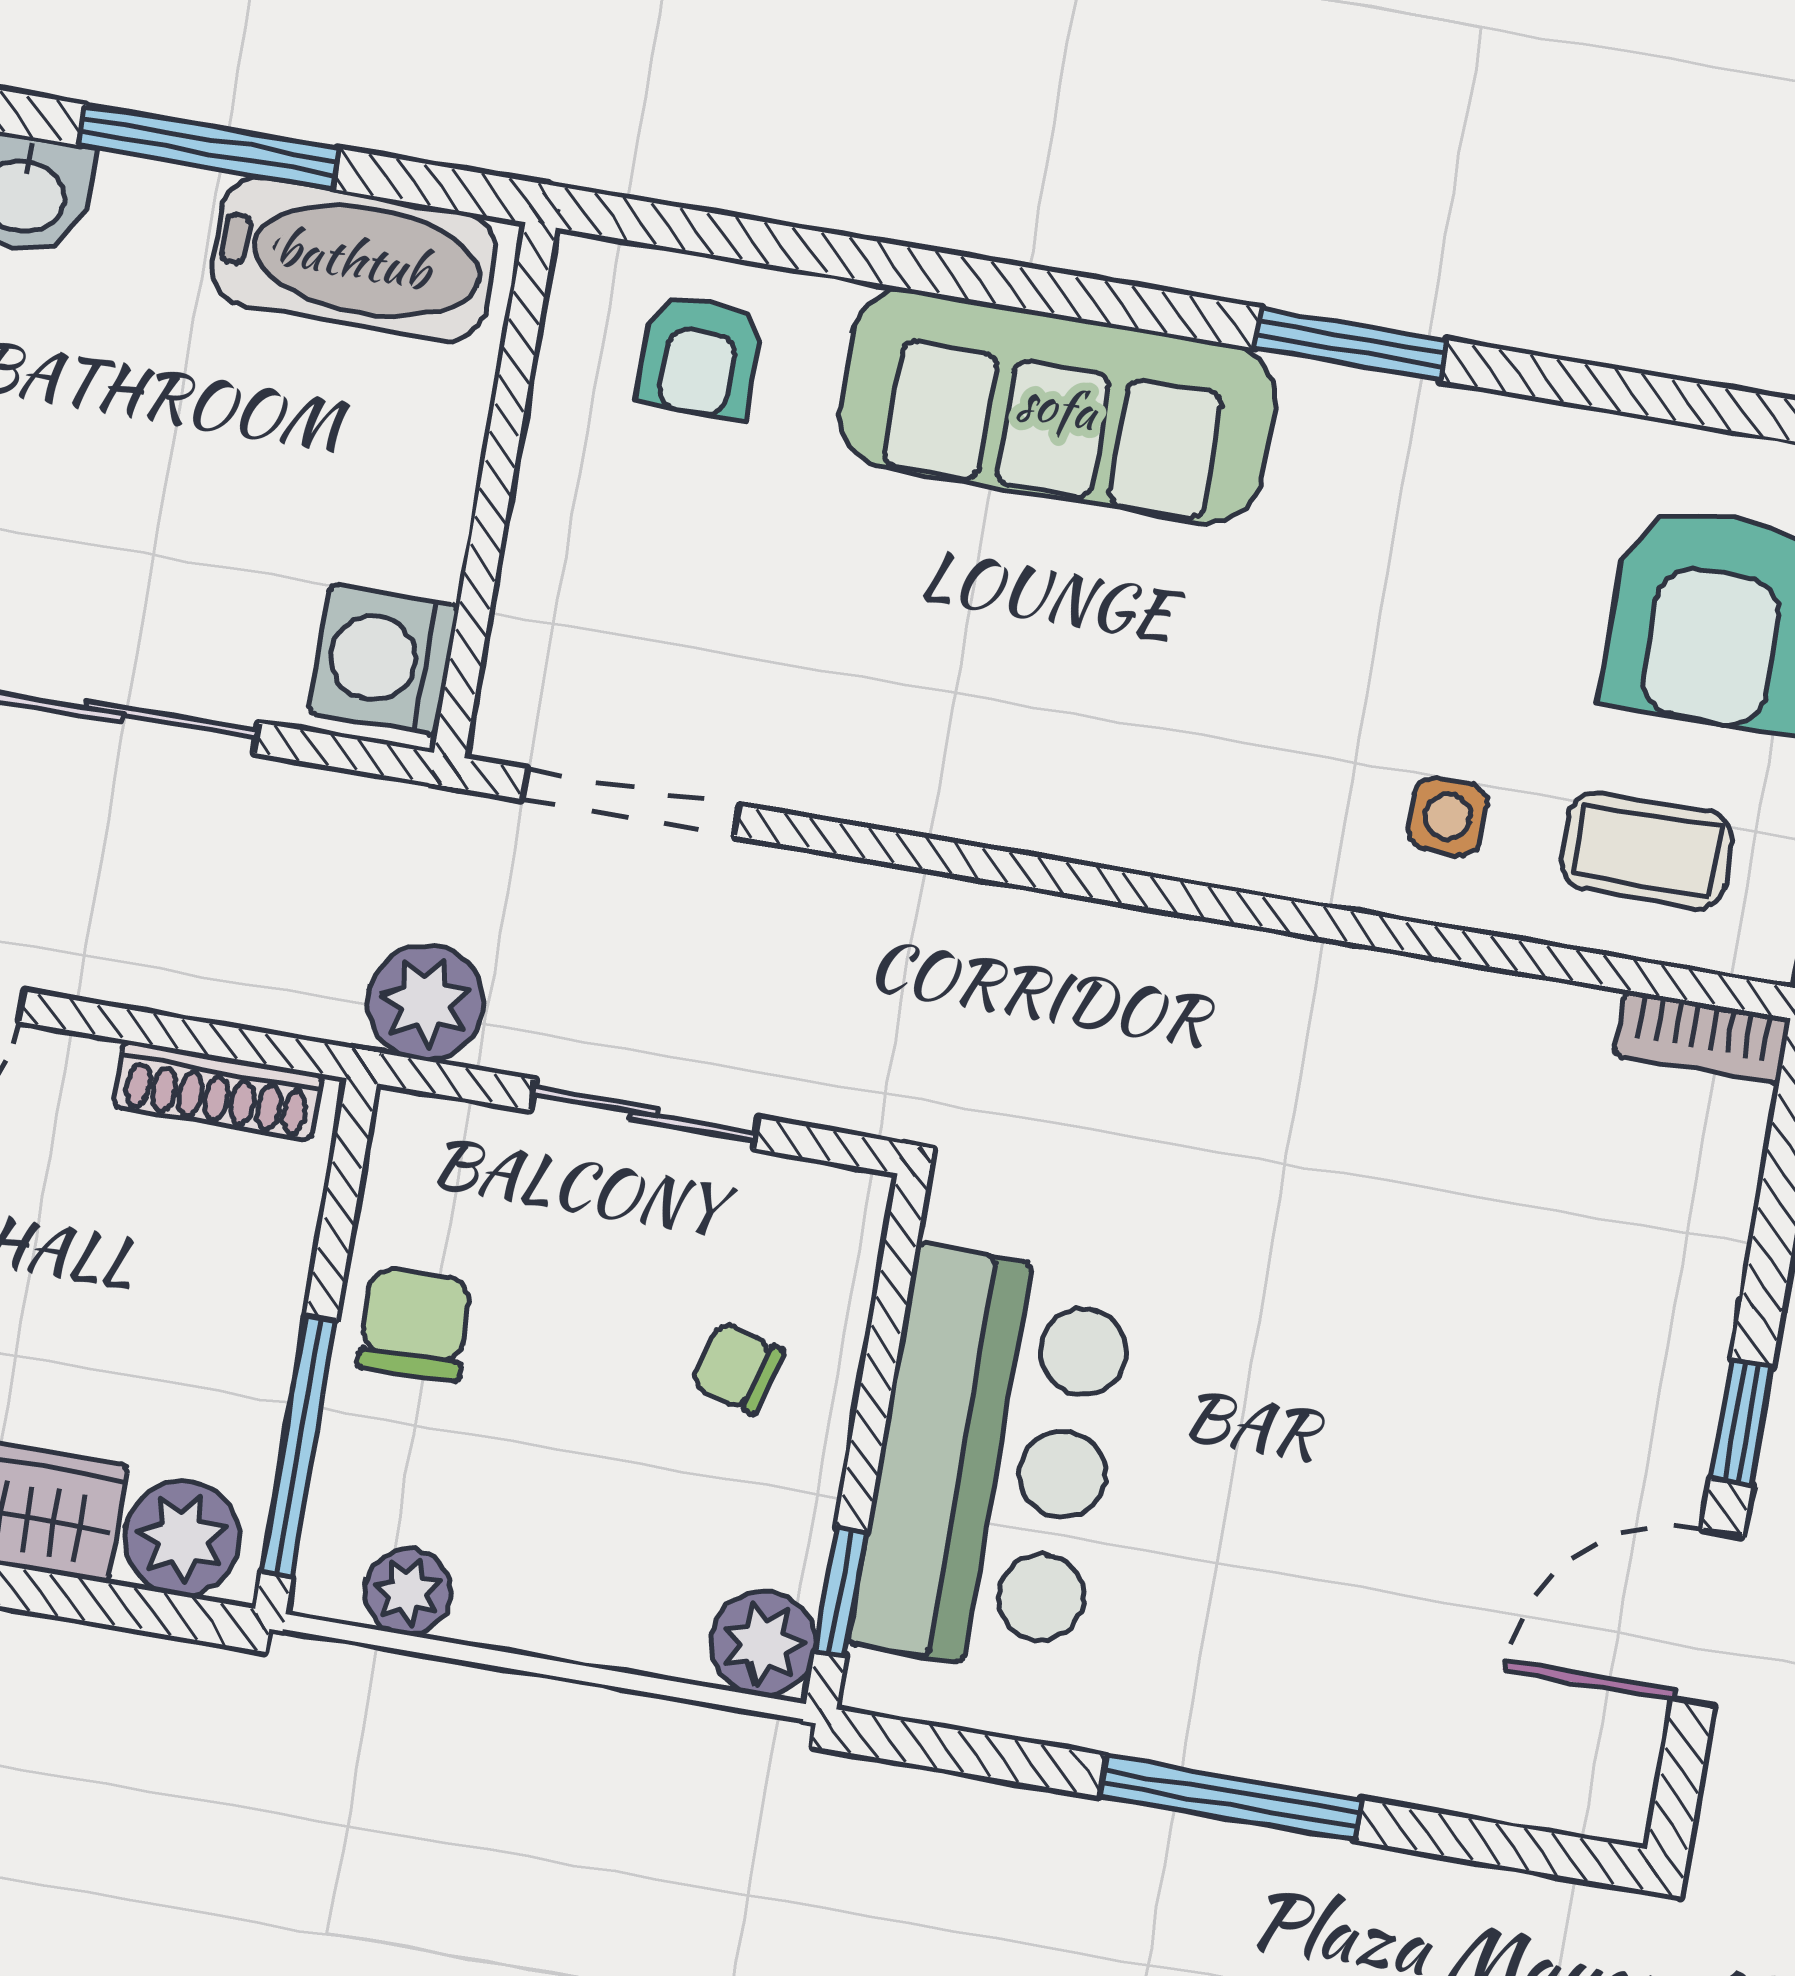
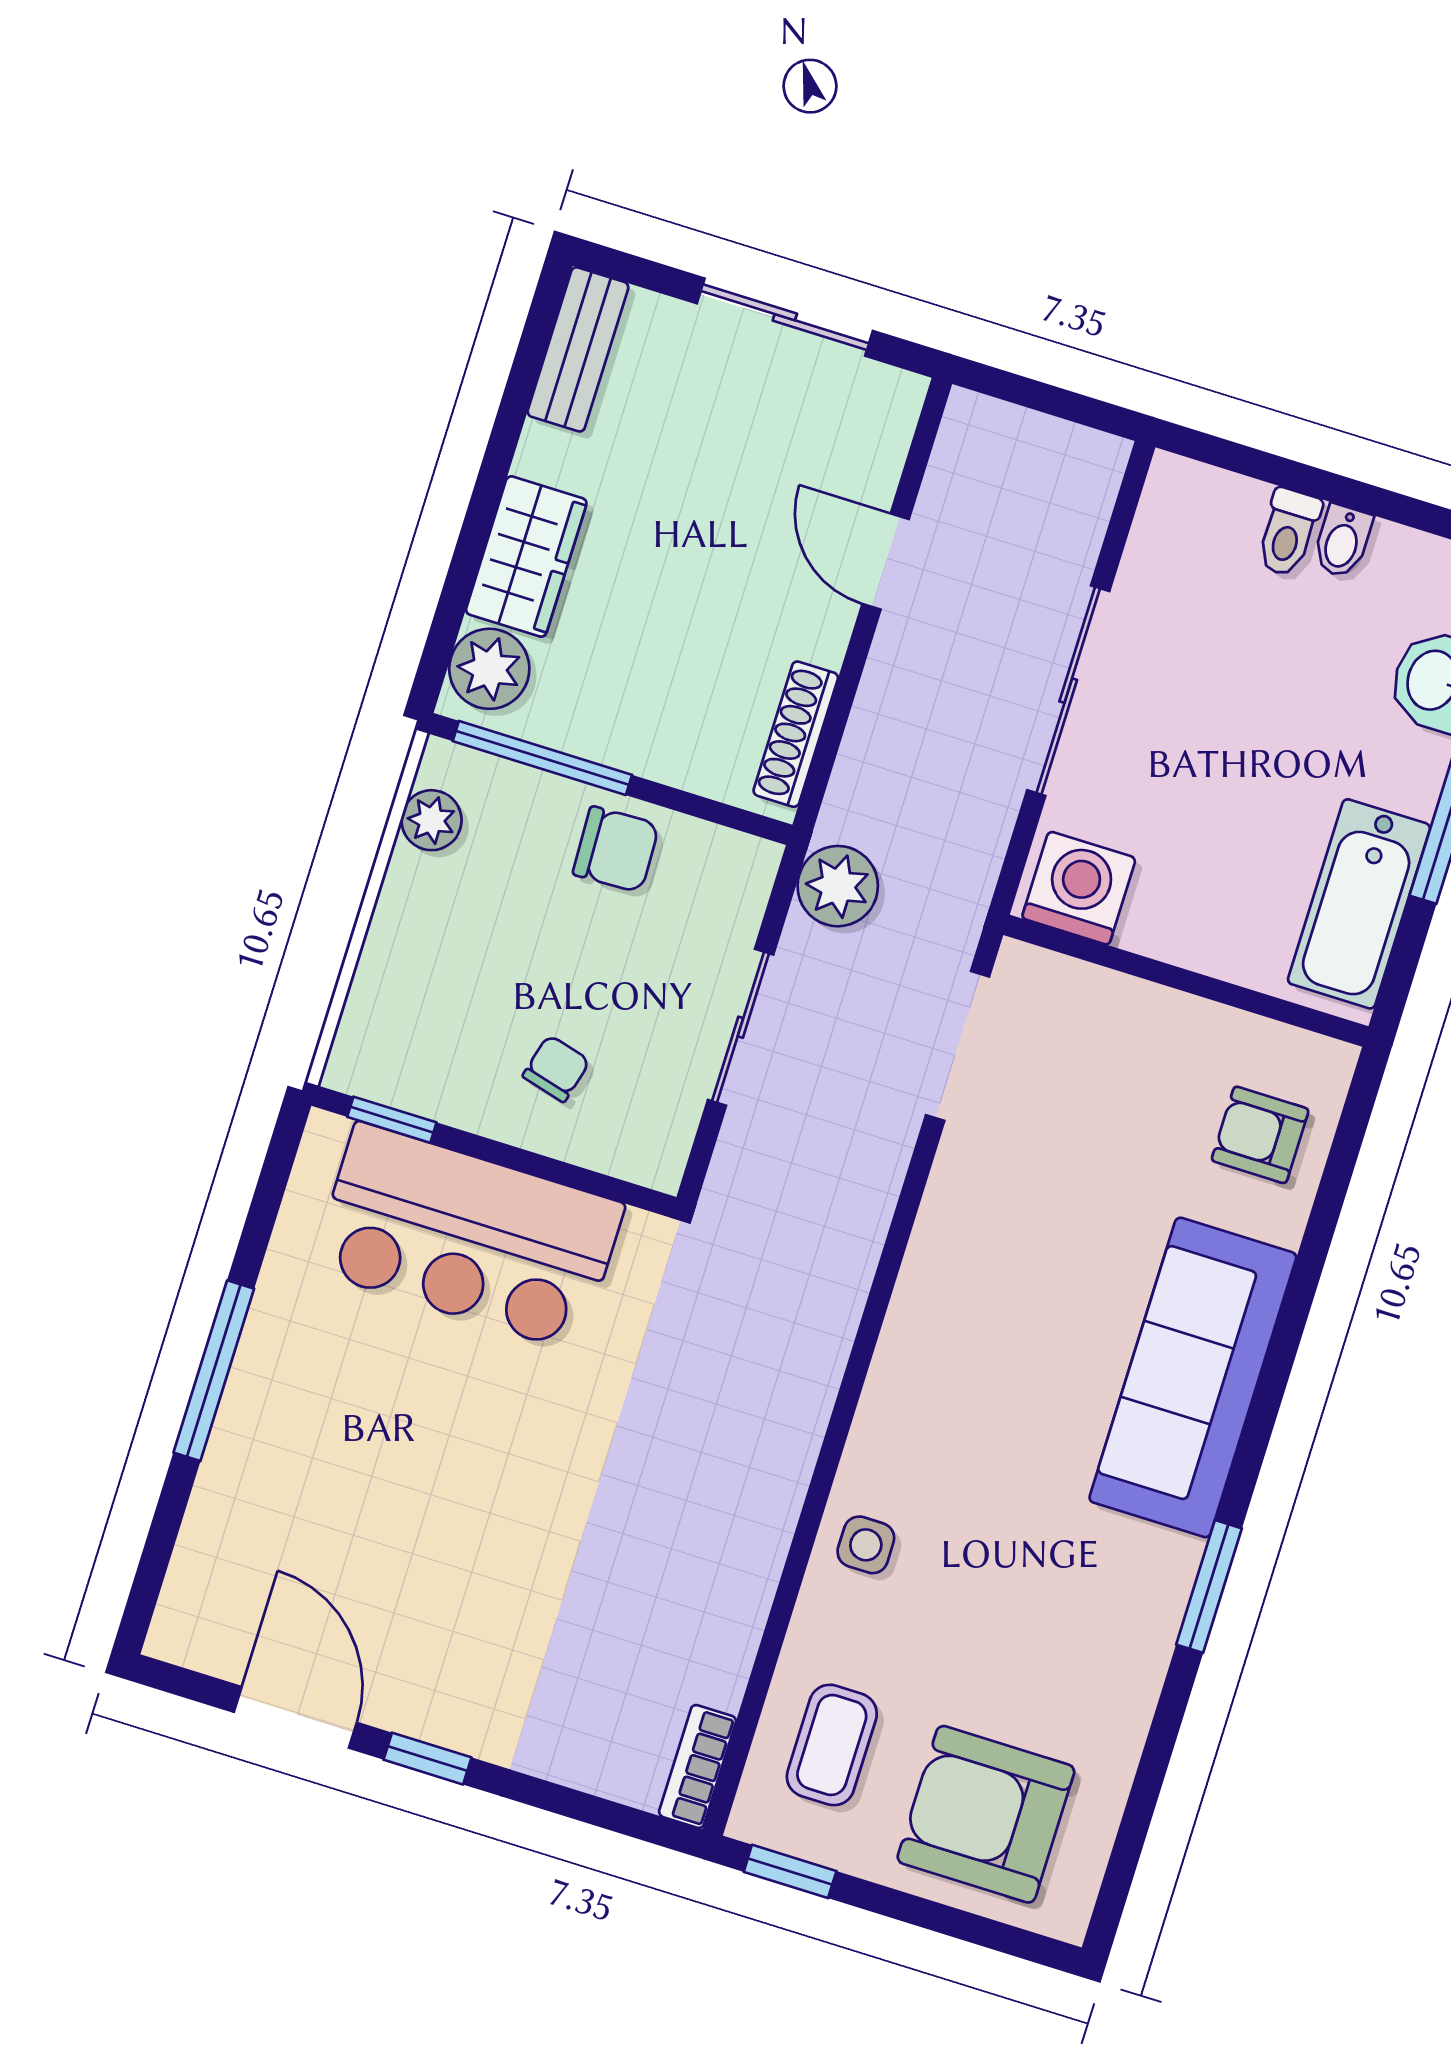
side table: (1448, 816) -> (866, 1545), moved
plant: (763, 1644) -> (363, 1061), removed

